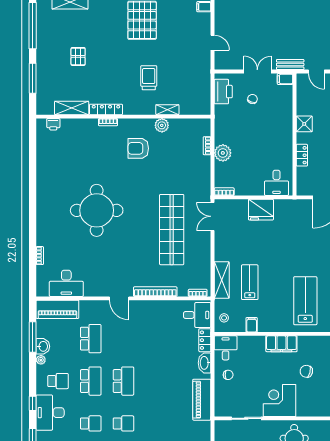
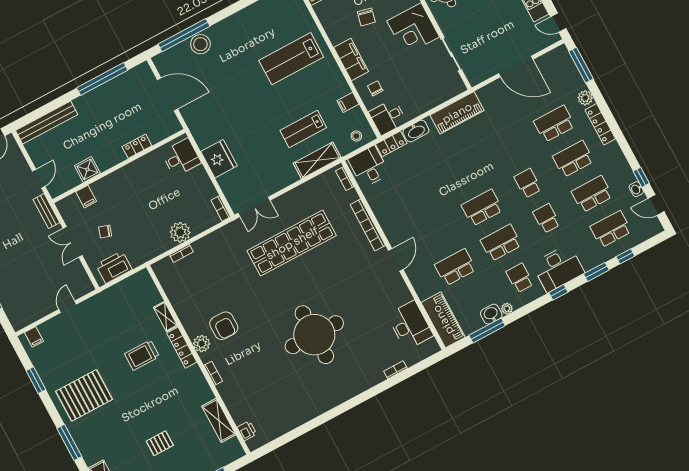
filing cabinet: (285, 79) -> (86, 197), moved
locker: (106, 109) -> (182, 348), moved
shower: (304, 124) -> (87, 169), moved
plant: (162, 125) -> (202, 344), moved
chair: (228, 375) -> (375, 88), moved

